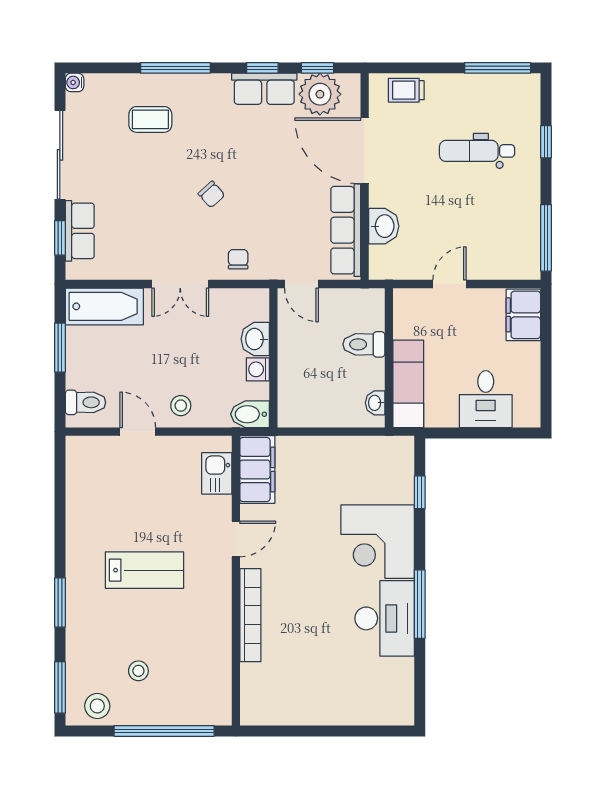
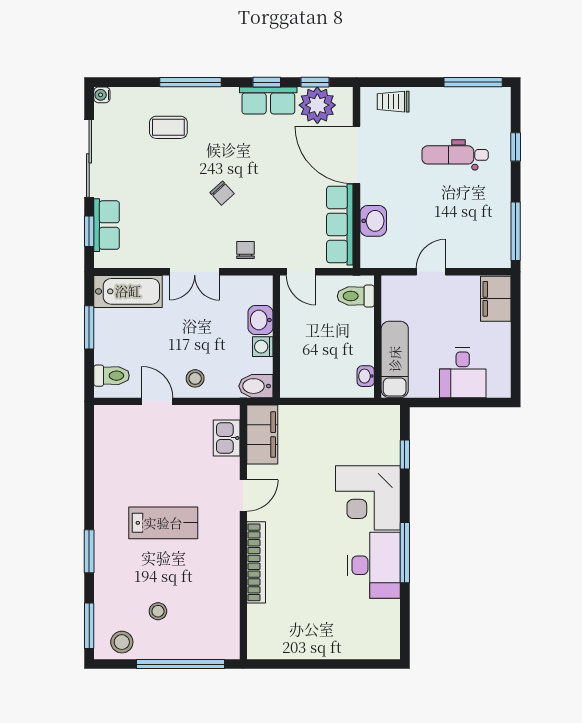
toilet: (364, 344) -> (356, 296), moved

